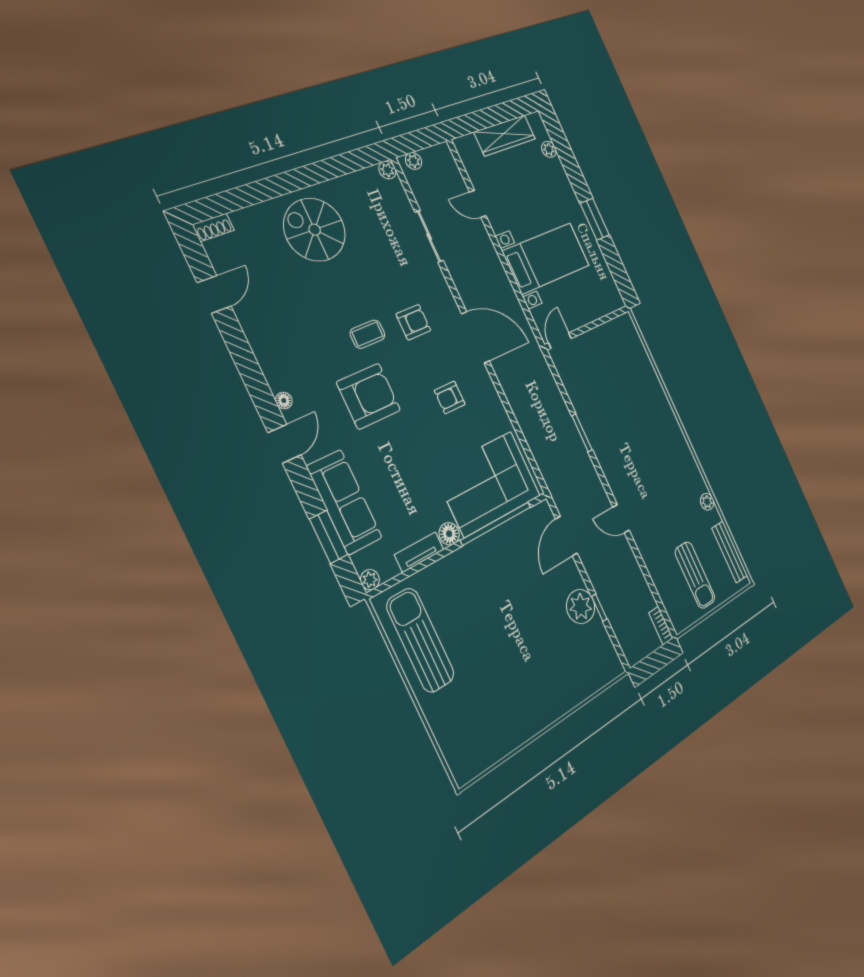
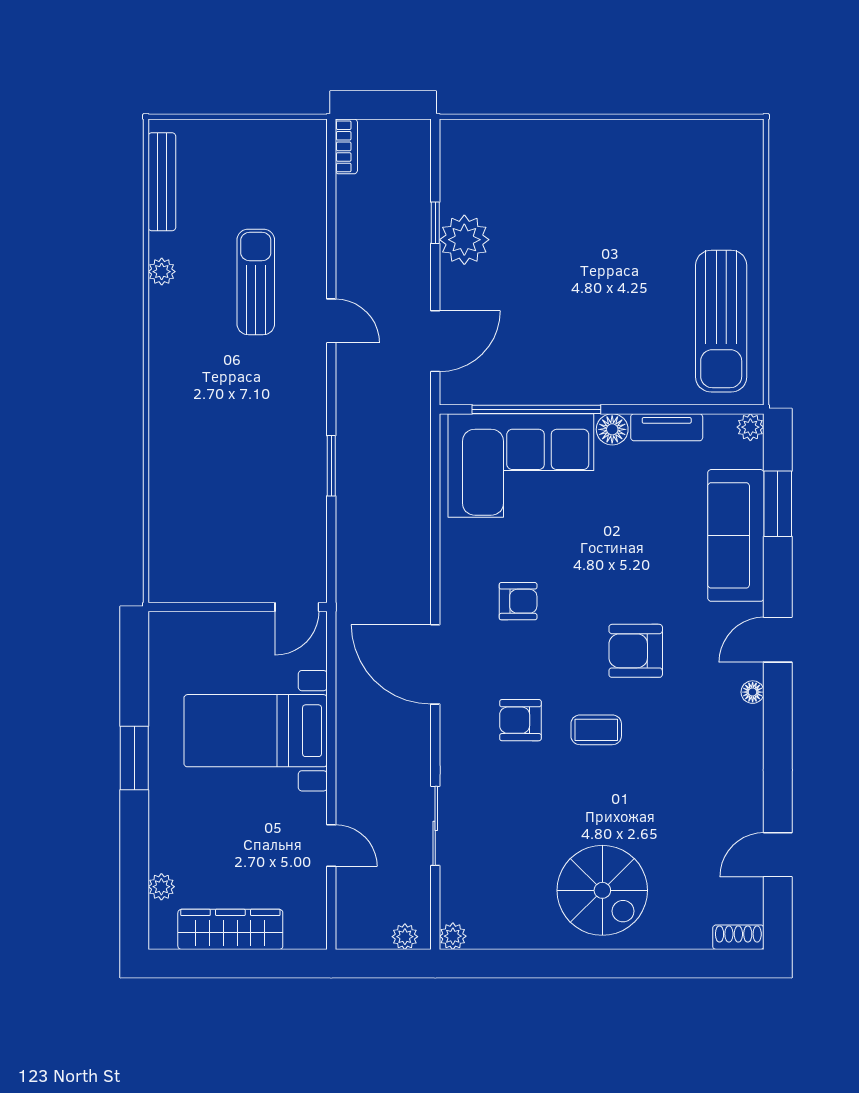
armchair: (369, 396) -> (636, 651), width x0.73, depth x0.73
sun lounger: (695, 575) -> (256, 282), moved

